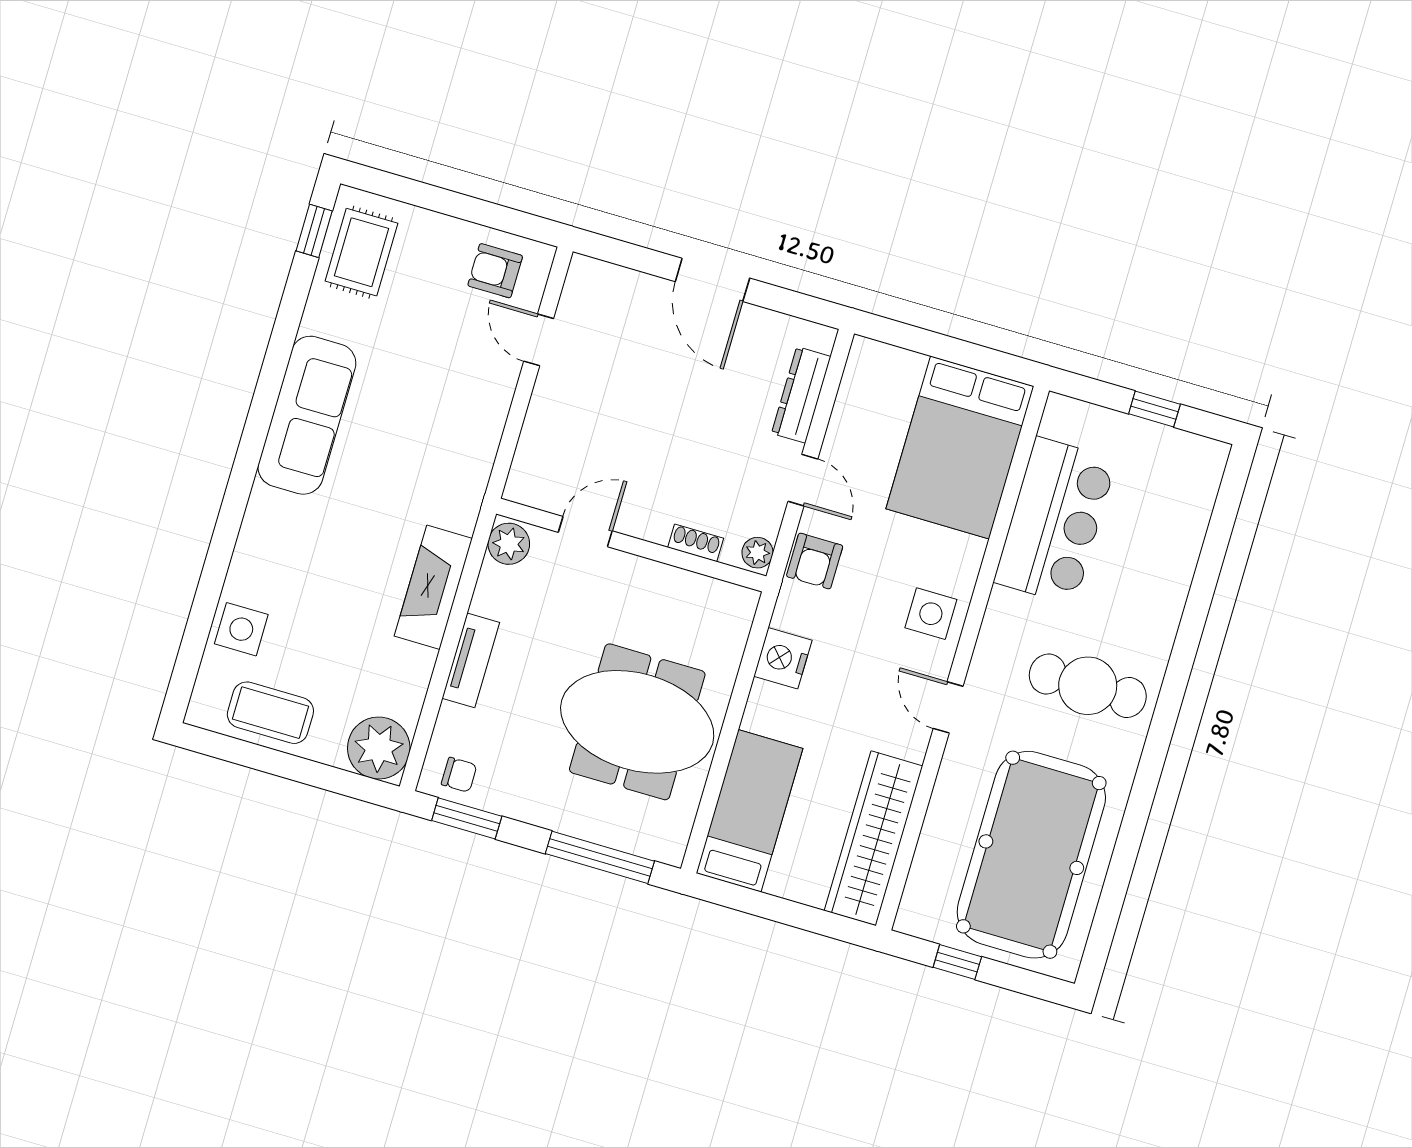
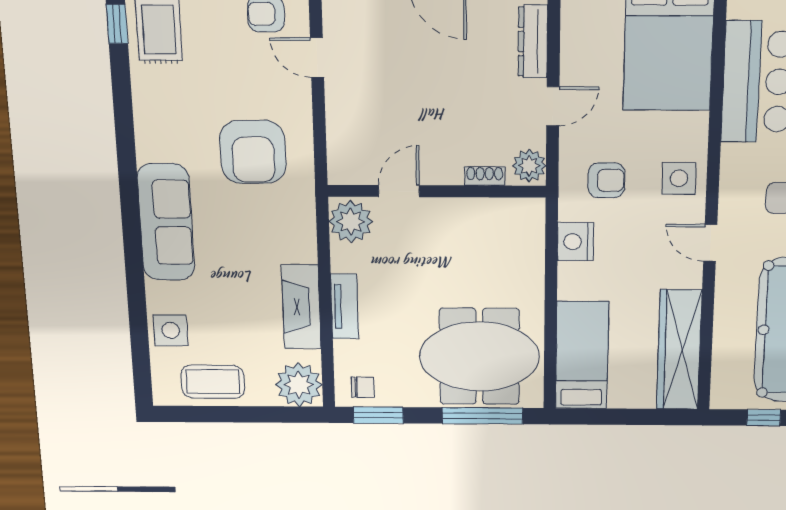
sofa: (307, 415) -> (166, 222), moved
armchair: (423, 432) -> (253, 152), added
door: (803, 480) -> (553, 106), hinge flipped
plant: (509, 544) -> (351, 222), width x1.36, depth x1.36
plant: (757, 553) -> (529, 166), width x1.38, depth x1.38
armchair: (815, 561) -> (606, 180), moved, turned -90
fireplace: (433, 587) -> (301, 307), moved
meeting table: (637, 722) -> (479, 357), moved

